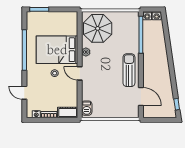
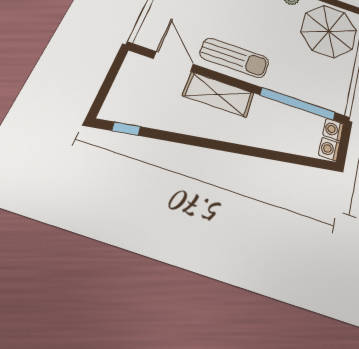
shelving: (149, 72) -> (218, 94), added
door: (141, 97) -> (173, 61), swing flipped

